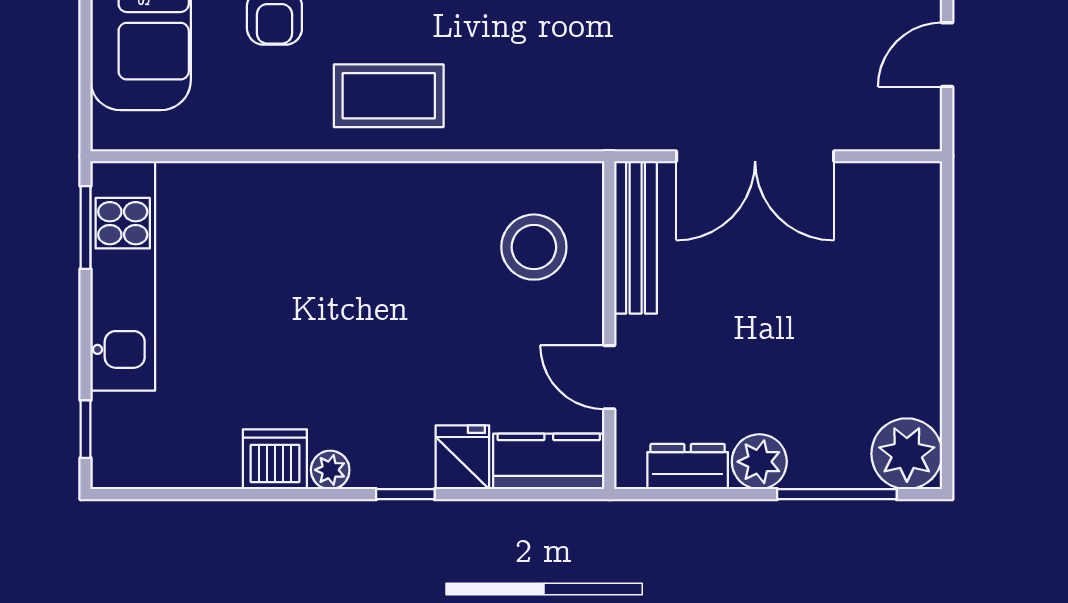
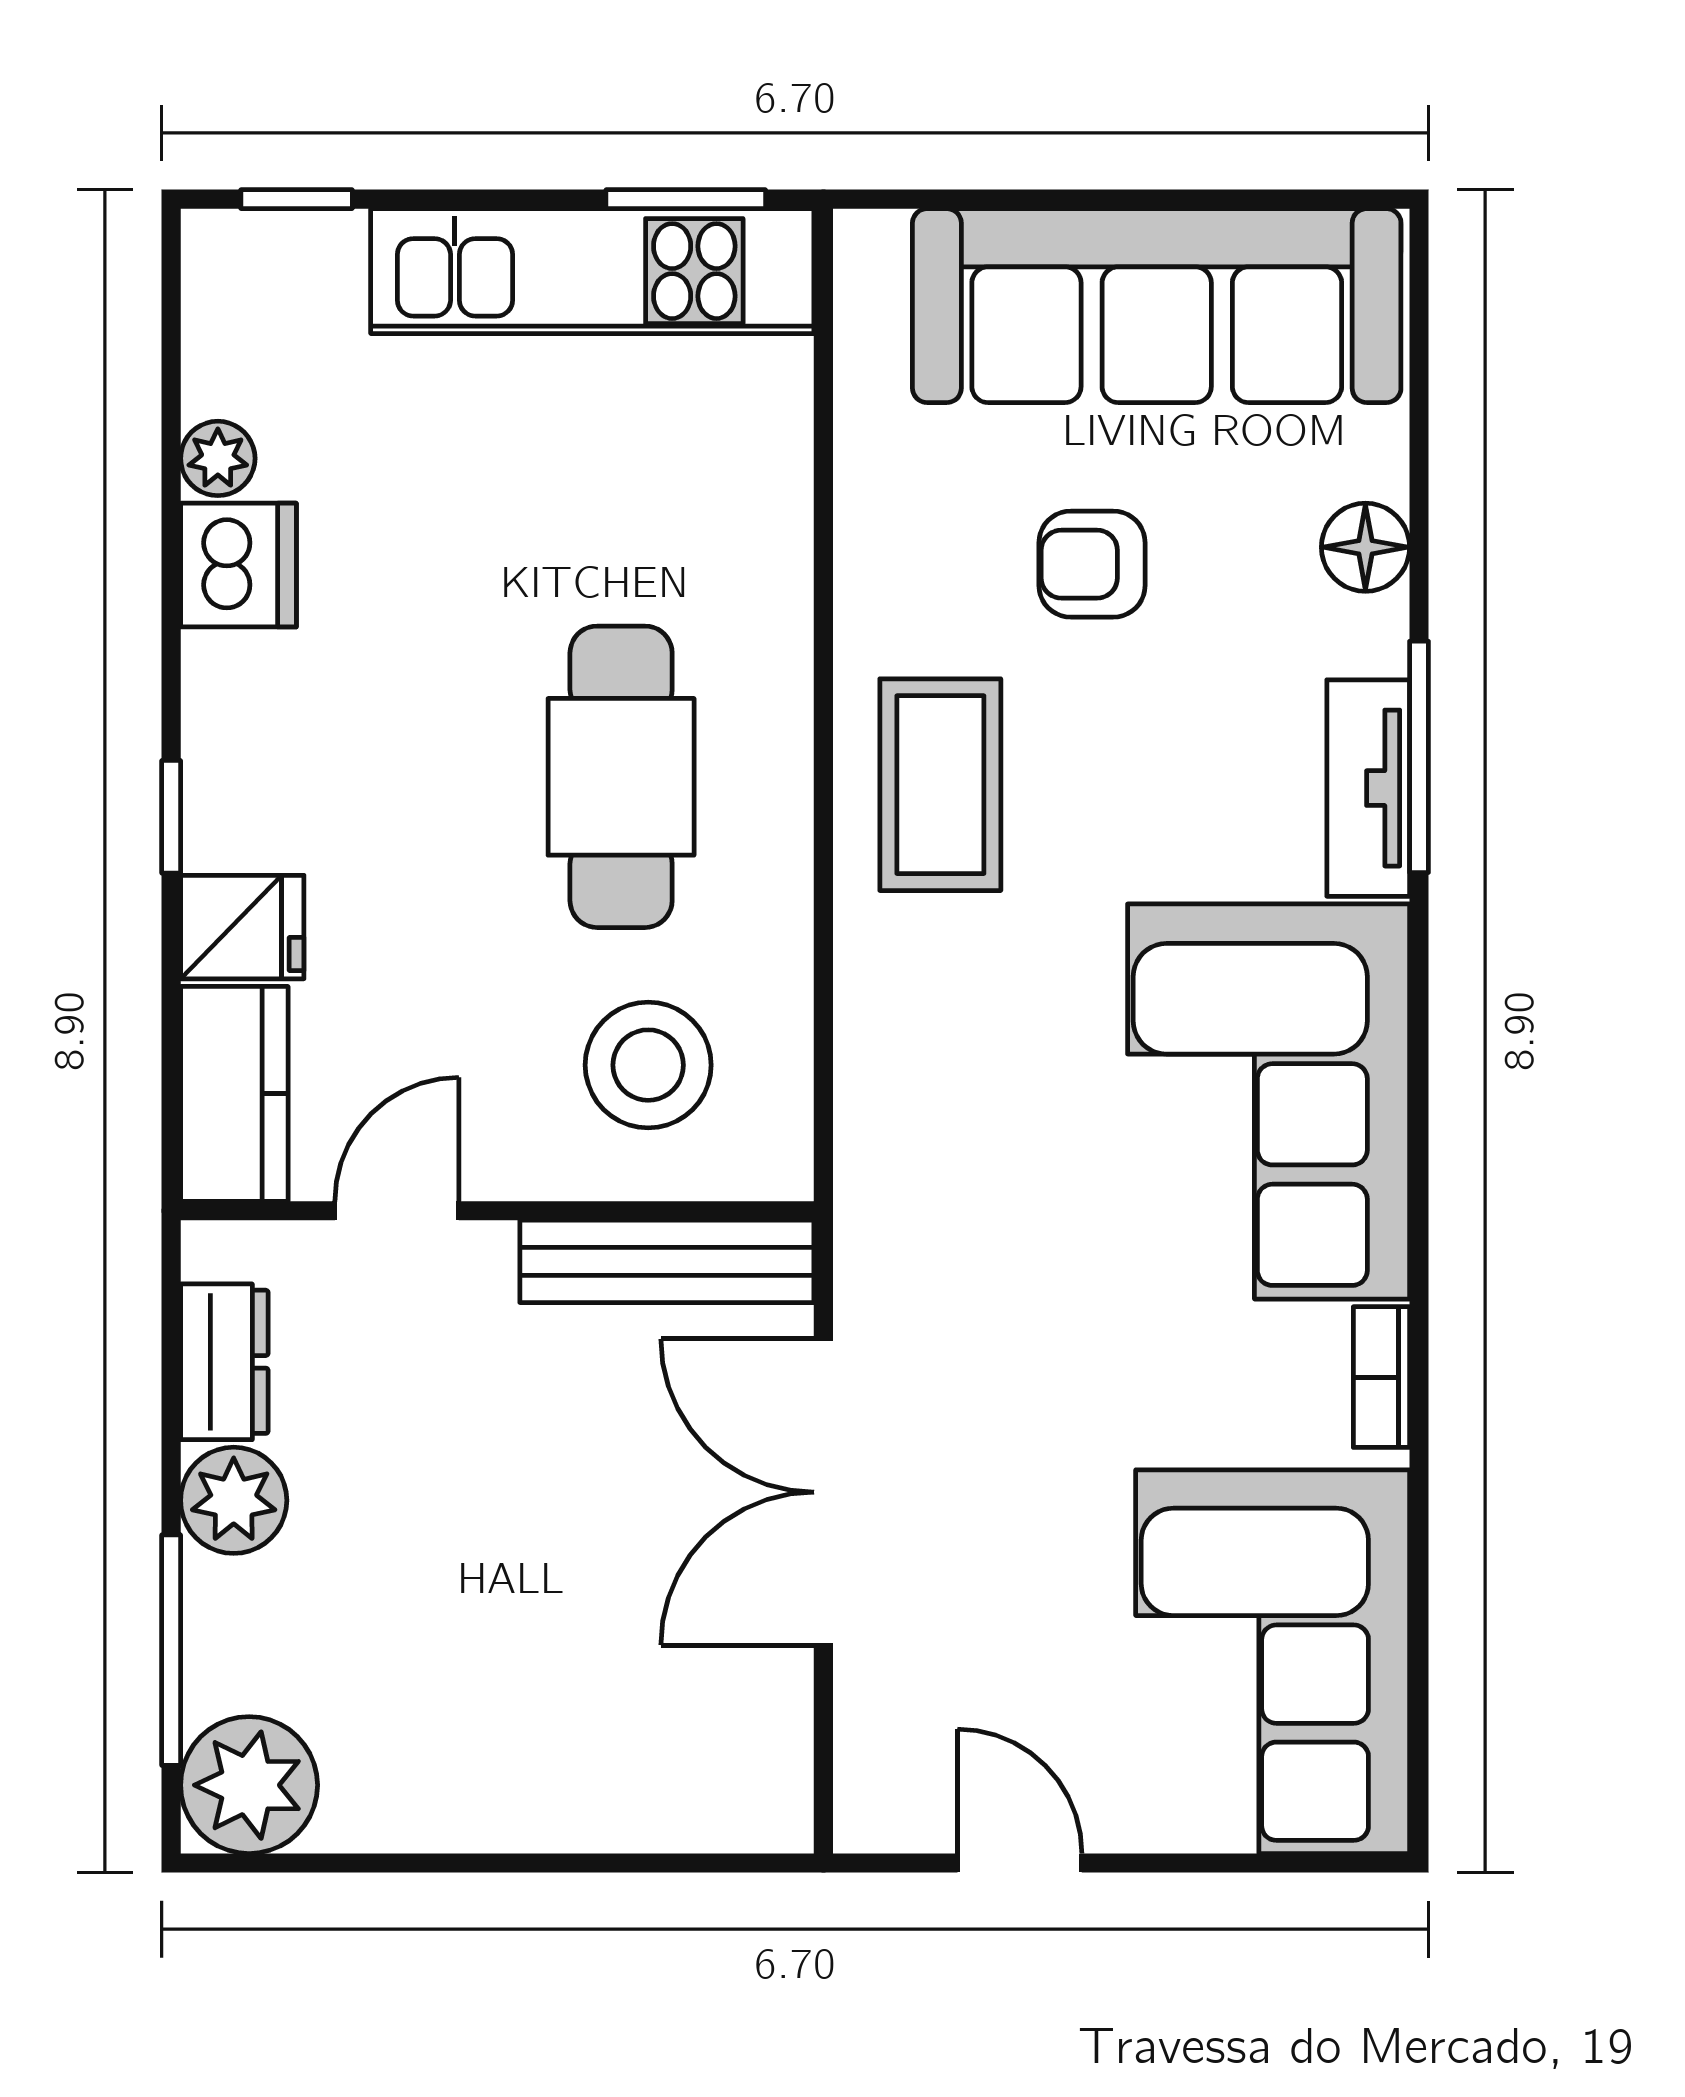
cafe table: (385, 261) -> (621, 777), added
plant: (330, 470) -> (218, 458), moved

